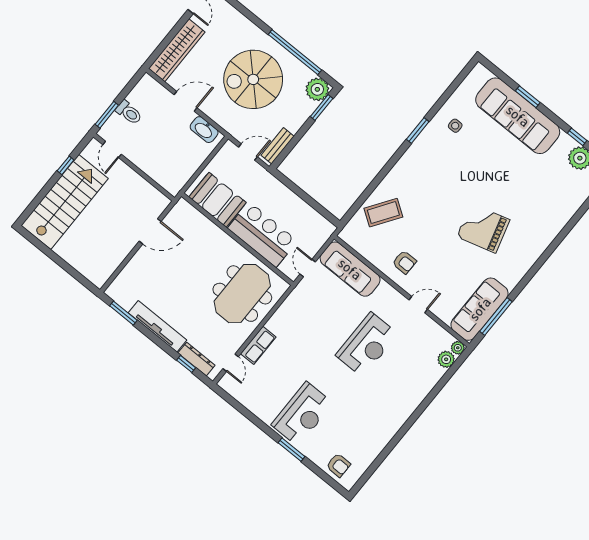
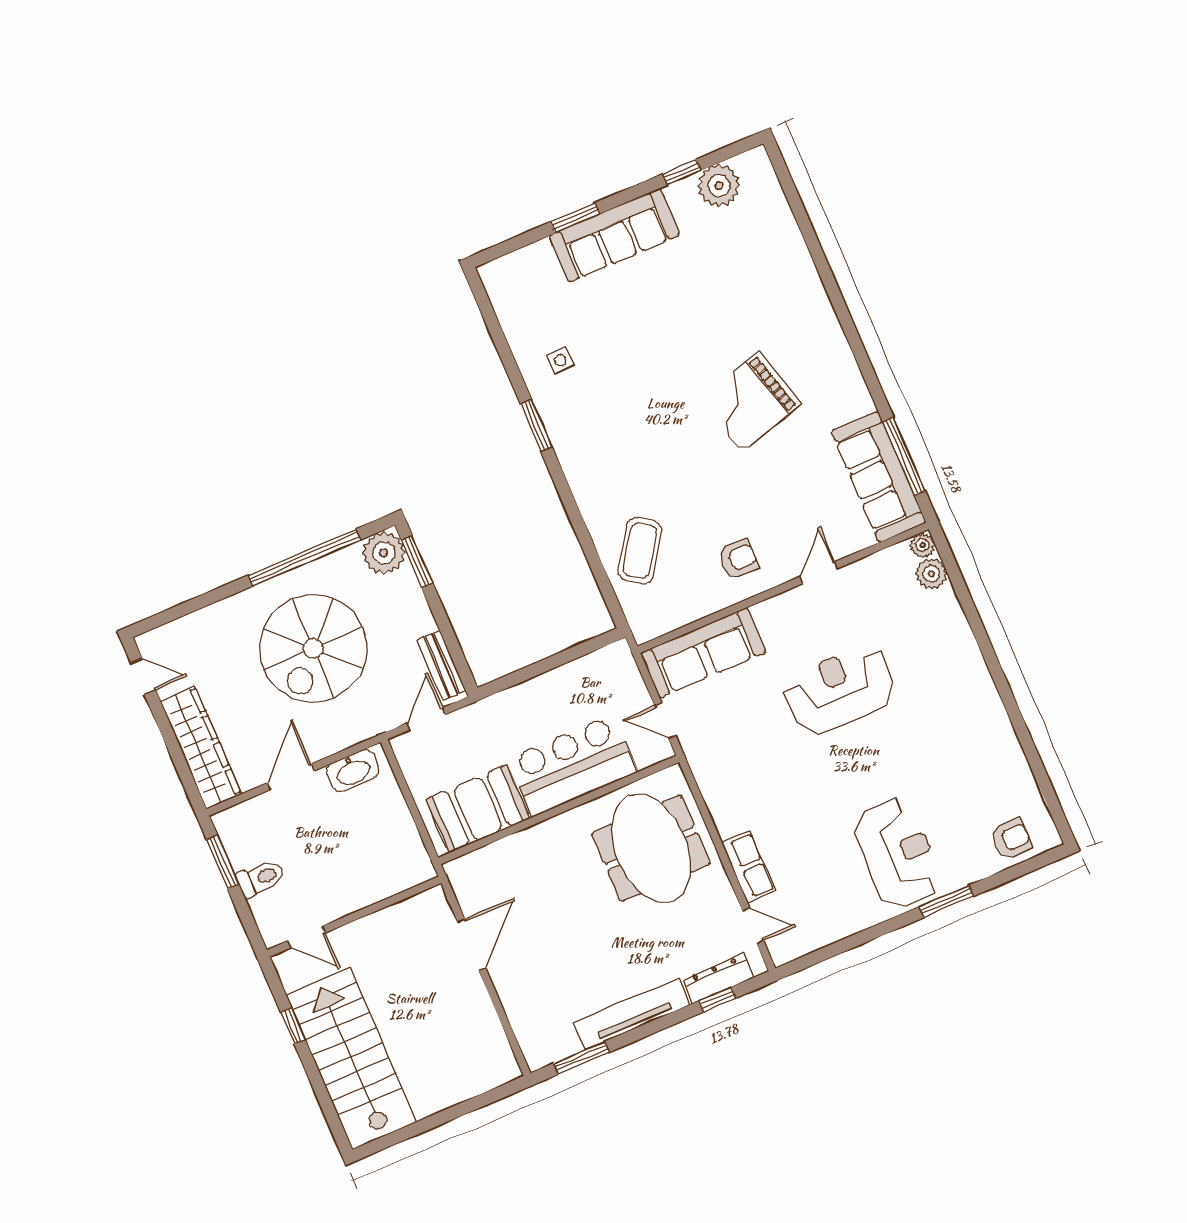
window: (107, 115) -> (223, 862), moved
sofa: (518, 116) -> (614, 235), width x0.74, depth x0.79
reception desk: (367, 345) -> (840, 690), turned -90

